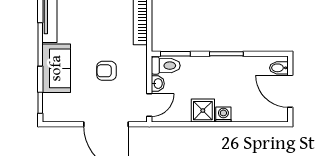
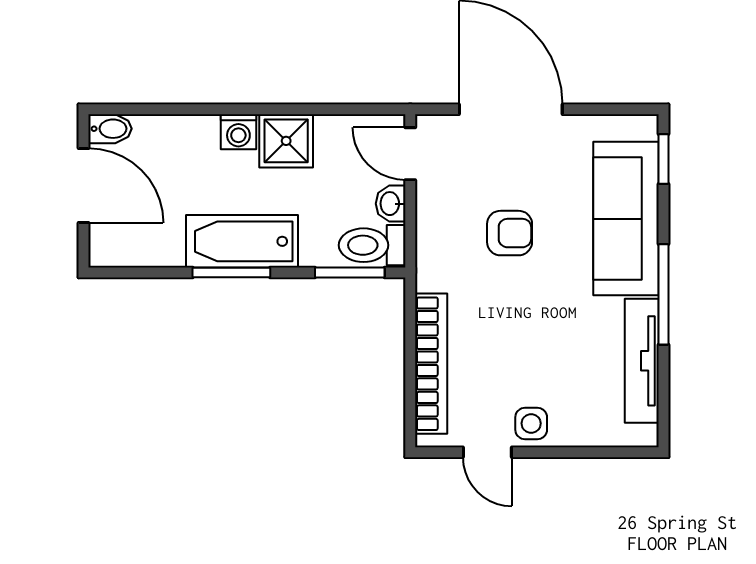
bathtub: (222, 67) -> (242, 241), added
sofa: (56, 68) -> (626, 219), width x1.36
bidet: (279, 68) -> (110, 129), moved
door: (149, 105) -> (410, 154), hinge flipped

